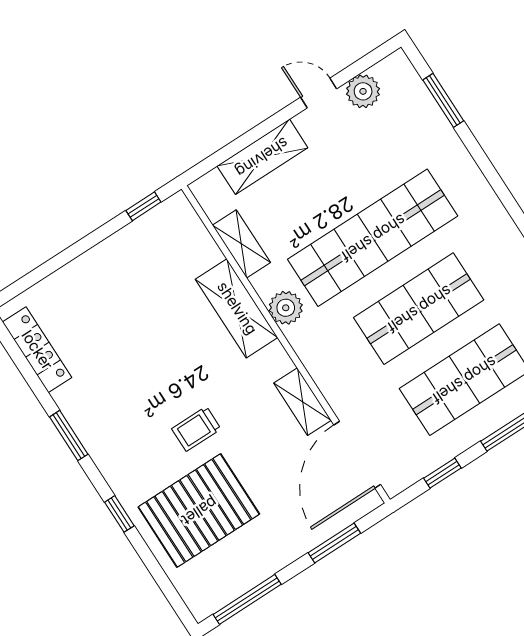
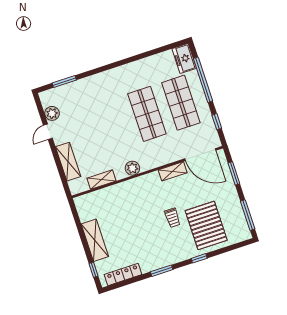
window: (143, 206) -> (94, 270), moved
shop shelf: (373, 238) -> (113, 125), removed
shelving: (237, 308) -> (95, 240), moved, turned 90

